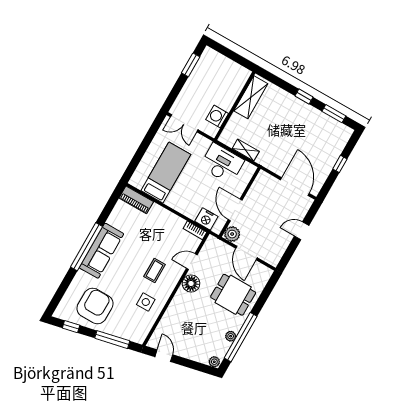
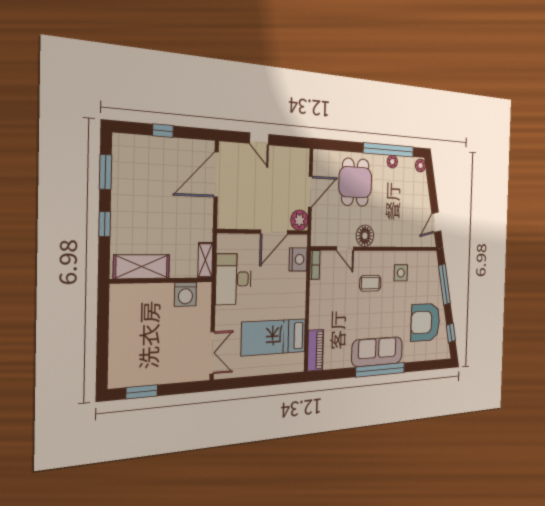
shelving: (251, 97) -> (142, 267), moved
wall: (235, 106) -> (162, 281), moved
washing machine: (217, 116) -> (185, 294), moved

